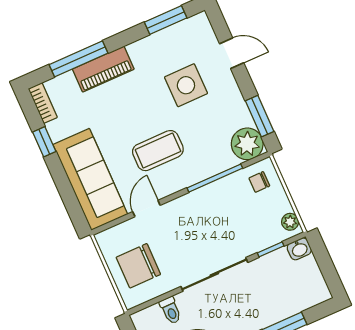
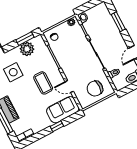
window: (44, 142) -> (57, 126), moved
plant: (247, 144) -> (27, 49), moved
sofa: (90, 179) -> (63, 110), width x0.73
chair: (138, 266) -> (95, 89), turned 90

